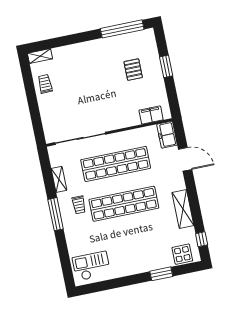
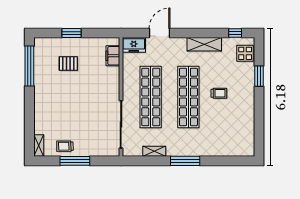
window: (32, 98) -> (75, 161), added
trolley: (79, 205) -> (219, 93), moved
checkout: (91, 266) -> (239, 138), removed

